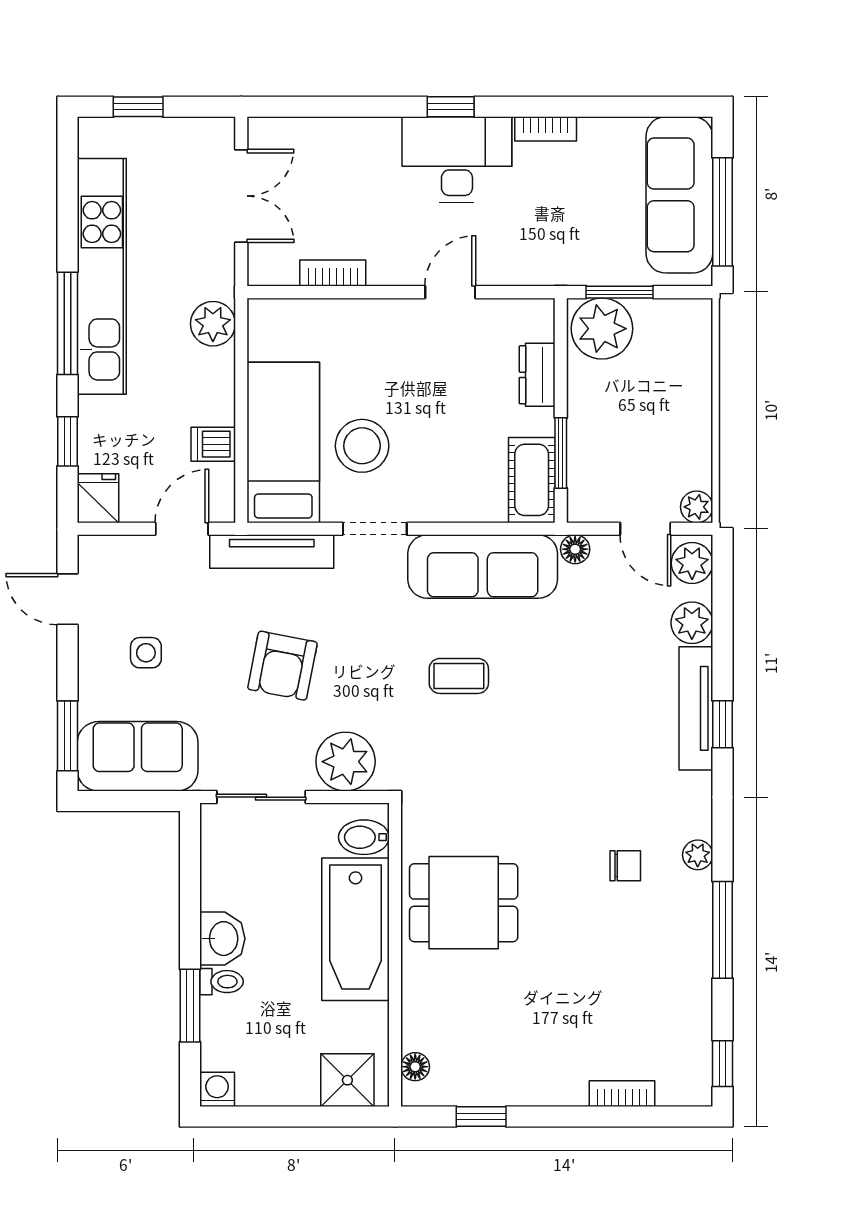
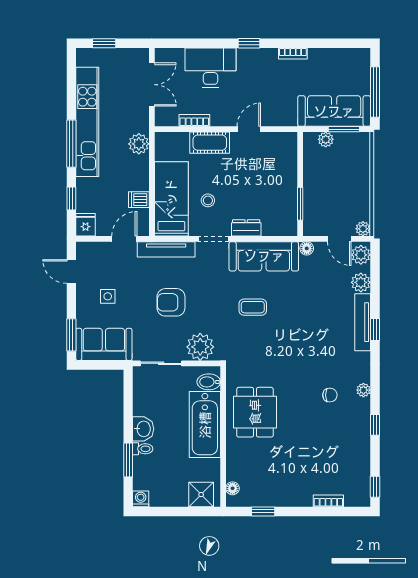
desk: (457, 160) -> (211, 68), moved
sofa: (679, 195) -> (334, 111), moved, turned 90
window: (619, 292) -> (344, 129), moved
plant: (602, 329) -> (326, 139), width x0.53, depth x0.53
dresser: (537, 375) -> (246, 228), moved, turned 90
stool: (362, 446) -> (208, 200), width x0.53, depth x0.53
cot: (532, 480) -> (210, 143), moved, turned 90
armchair: (282, 666) -> (171, 302), turned 79
dining table: (464, 903) -> (255, 412), turned 90
window: (722, 930) -> (375, 425), width x0.46

